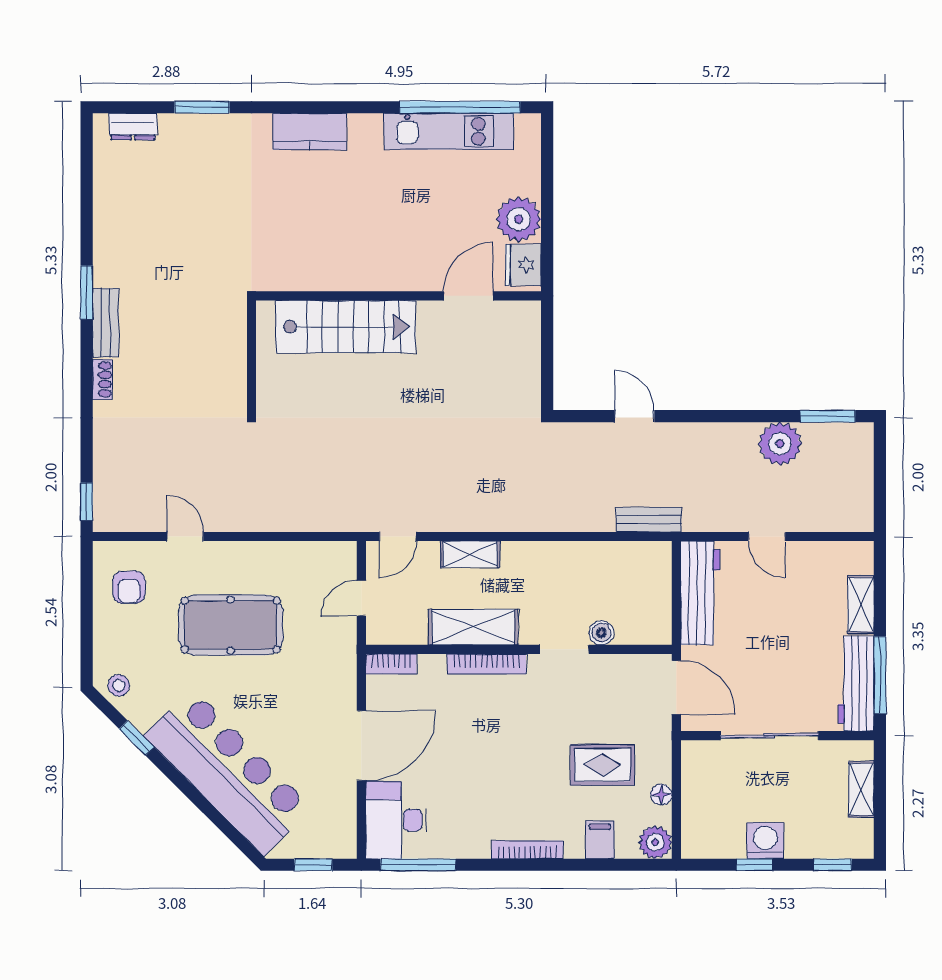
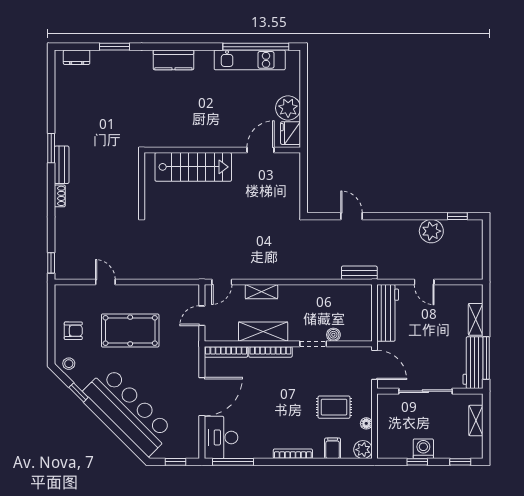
window: (828, 416) -> (457, 216), width x0.67
armchair: (129, 587) -> (73, 331), moved, turned -90
bookcase: (391, 664) -> (226, 352), width x1.56

